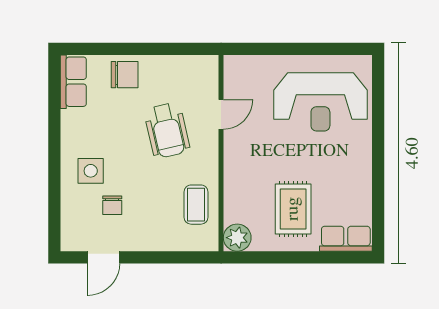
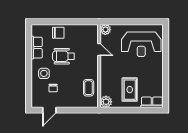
plant: (236, 67) -> (105, 30), added
row of seats: (73, 82) -> (37, 48), moved
door: (221, 114) -> (99, 50), hinge flipped
wheelchair: (167, 130) -> (64, 56), moved, turned 103

